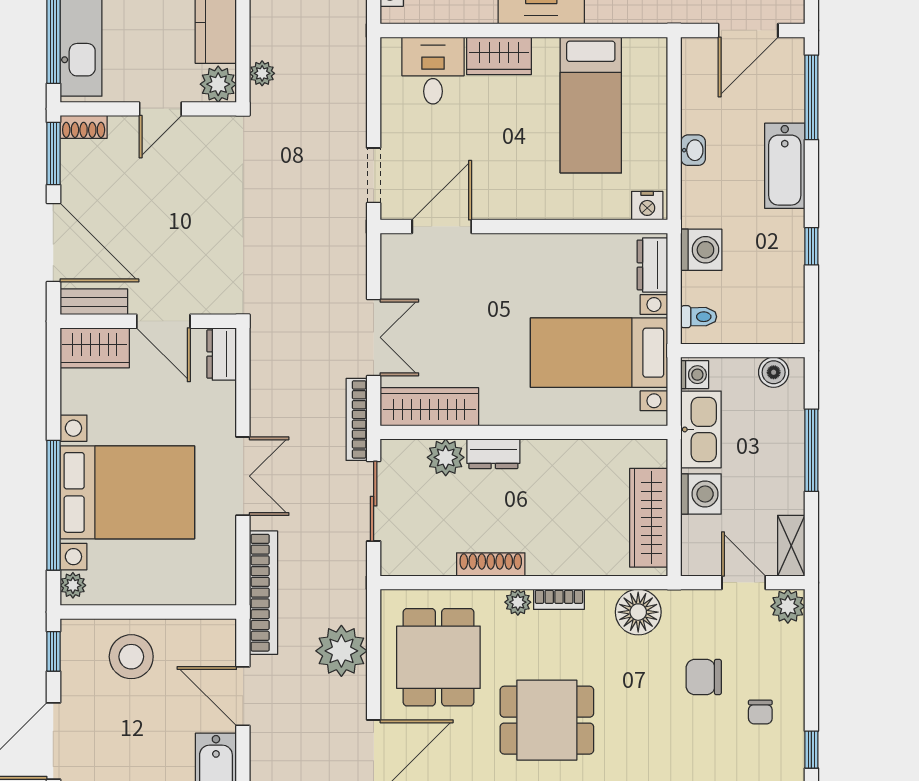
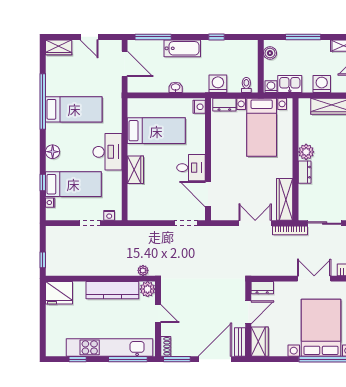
desk: (433, 71) -> (191, 168), moved, turned 180
kitchen sink: (701, 429) -> (290, 84), width x0.73
plant: (446, 457) -> (306, 152), moved

